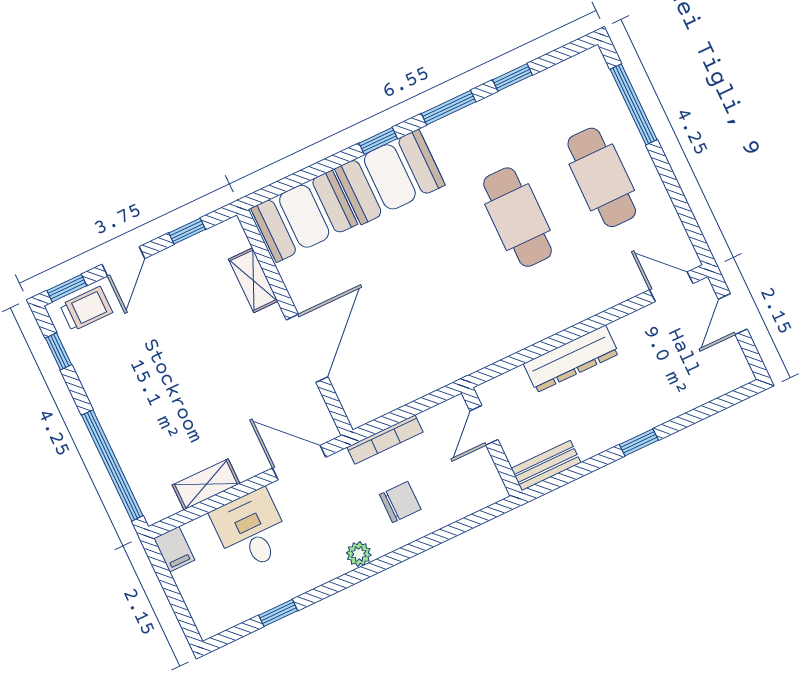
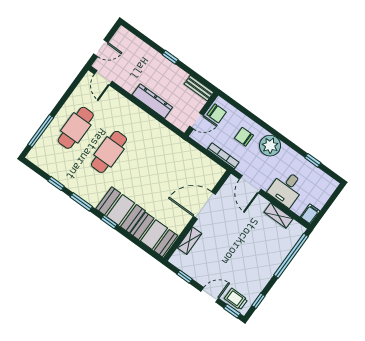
chair: (476, 473) -> (217, 113), added
plant: (359, 554) -> (270, 146), width x1.88, depth x1.88

